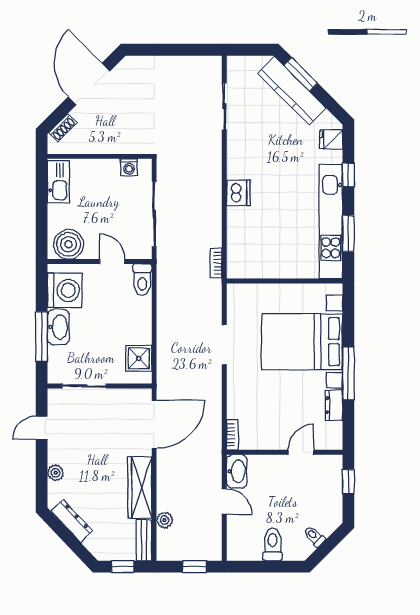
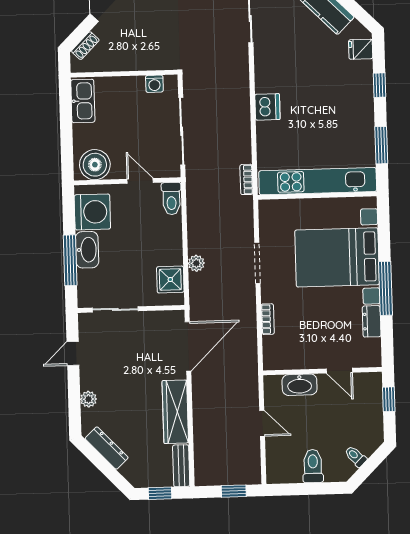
kitchen unit: (331, 221) -> (318, 181), moved, turned 90
bookcase: (233, 435) -> (268, 319), moved
door: (301, 452) -> (339, 371), swing flipped
washbasin: (237, 471) -> (300, 385), moved, turned 90
plant: (165, 520) -> (196, 263), moved

